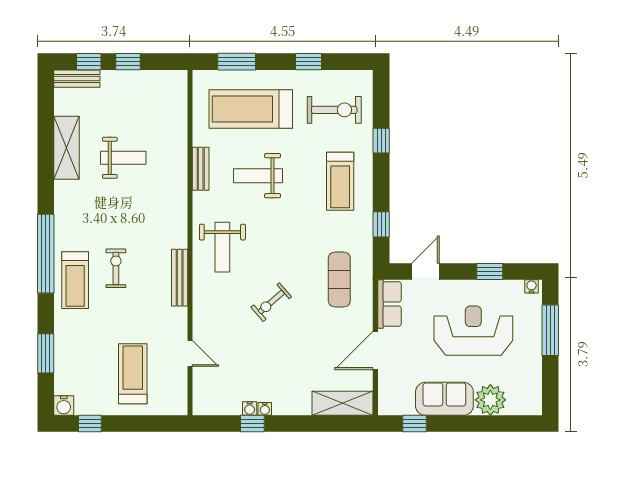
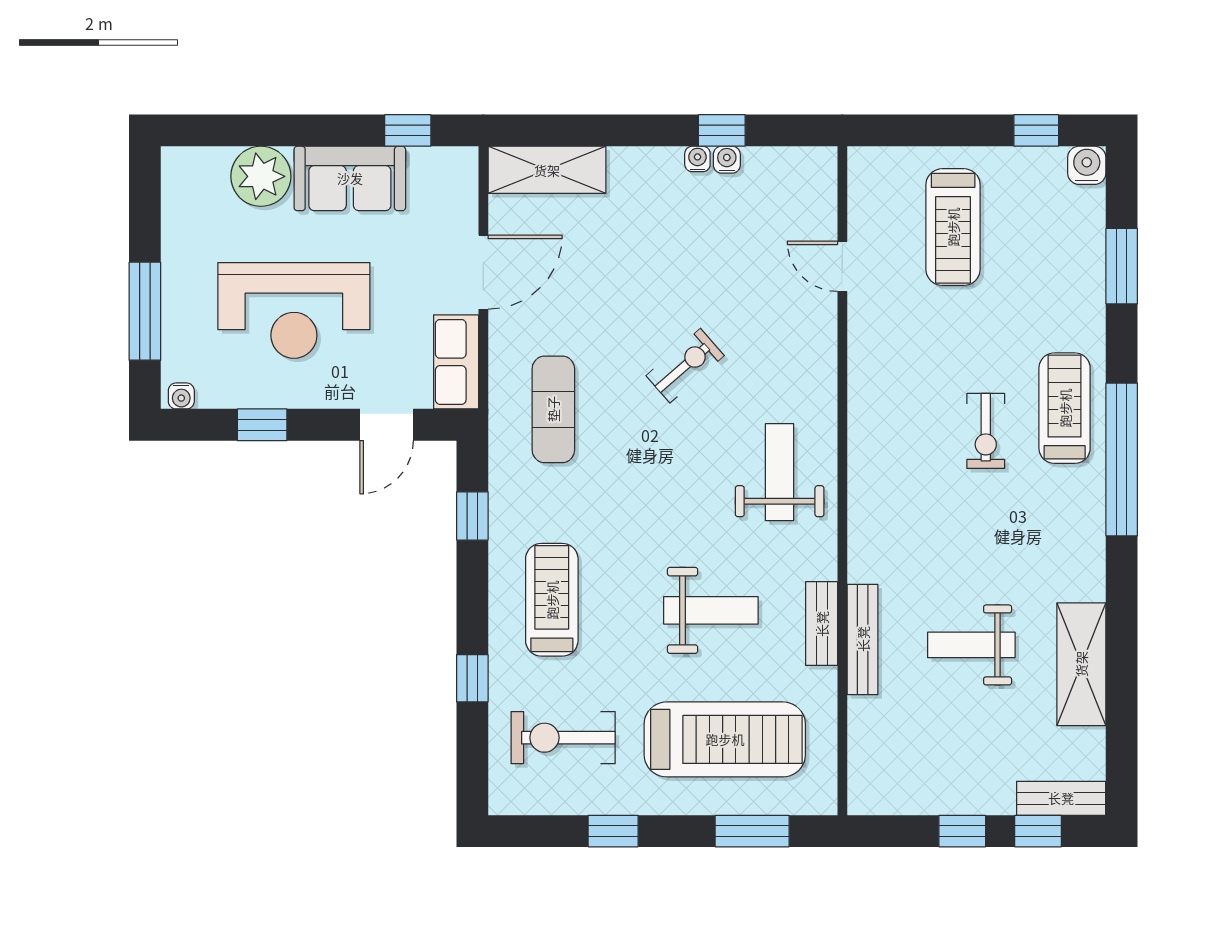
bench: (180, 278) -> (863, 639), moved

